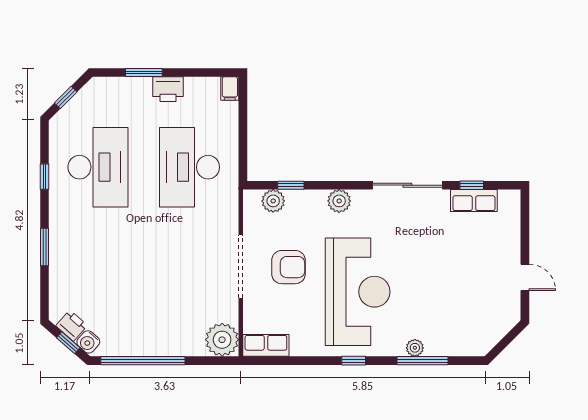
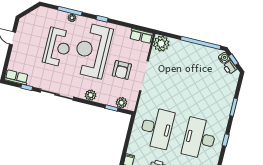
row of seats: (474, 200) -> (17, 77), moved
armchair: (288, 267) -> (122, 70), turned -90
reception desk: (429, 281) -> (58, 47), added

